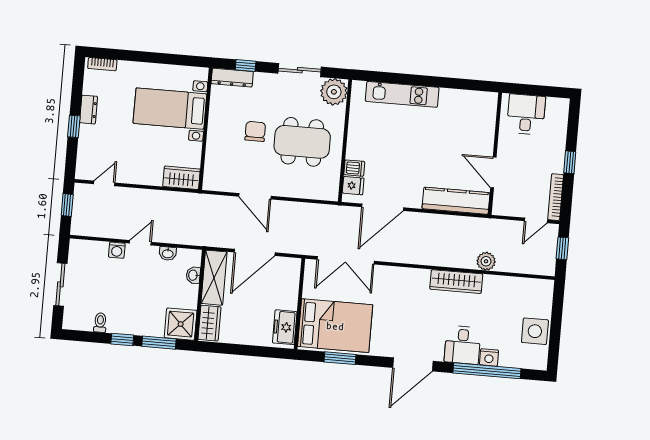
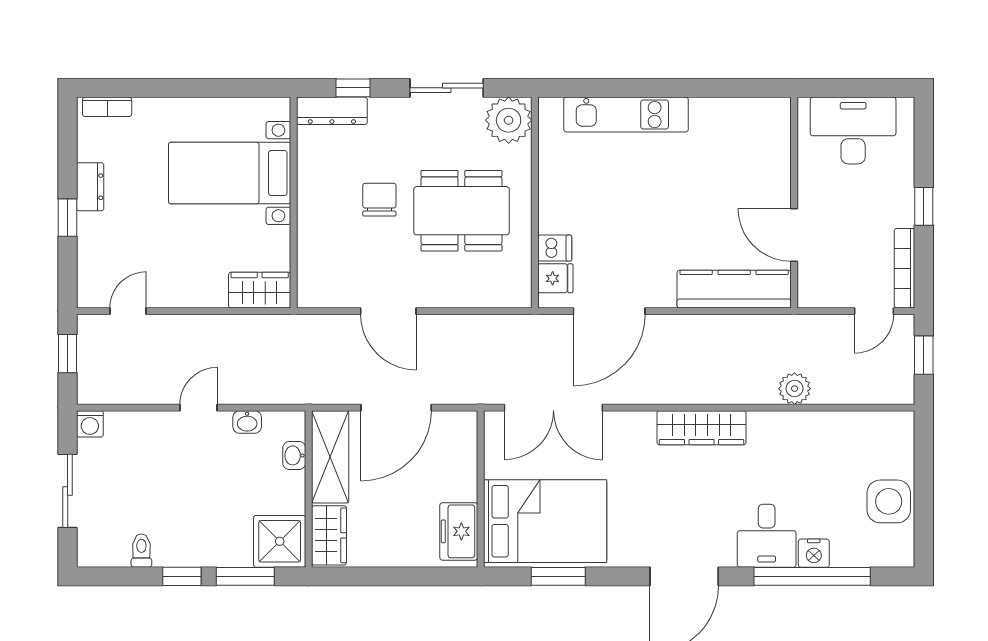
desk: (526, 114) -> (853, 131), width x1.37
washing machine: (117, 250) -> (90, 424), moved
wardrobe: (456, 282) -> (702, 428), moved

